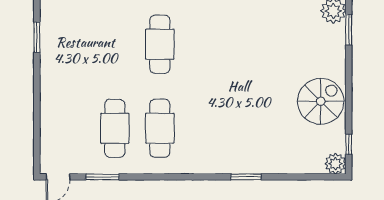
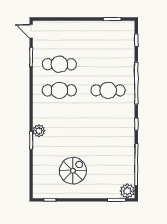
spiral stairs: (321, 101) -> (73, 171), moved, turned -90
plant: (335, 164) -> (39, 131), moved

